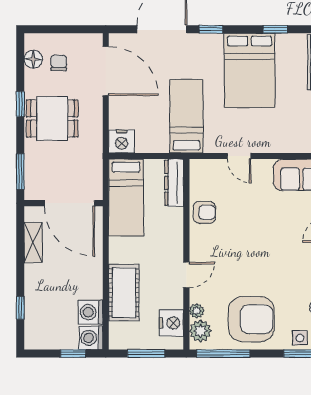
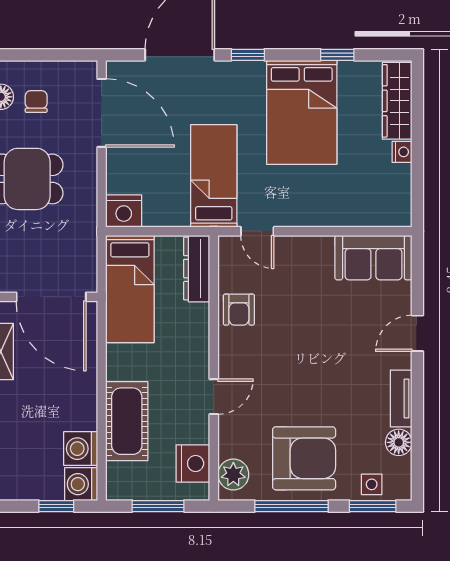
door: (239, 156) -> (257, 231), moved
armchair: (204, 212) -> (239, 310), turned 90
plant: (197, 311) -> (228, 447), removed
window: (223, 354) -> (291, 506), moved

